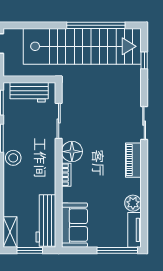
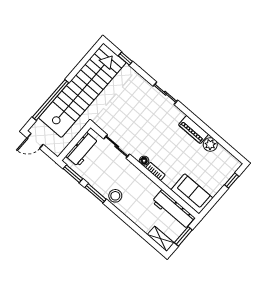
window: (96, 25) -> (51, 100), moved
floor lamp: (72, 152) -> (144, 161), width x0.53, depth x0.53
piano: (133, 160) -> (193, 130), moved
tv unit: (134, 230) -> (228, 158), removed
window: (117, 250) -> (232, 181), width x0.46

